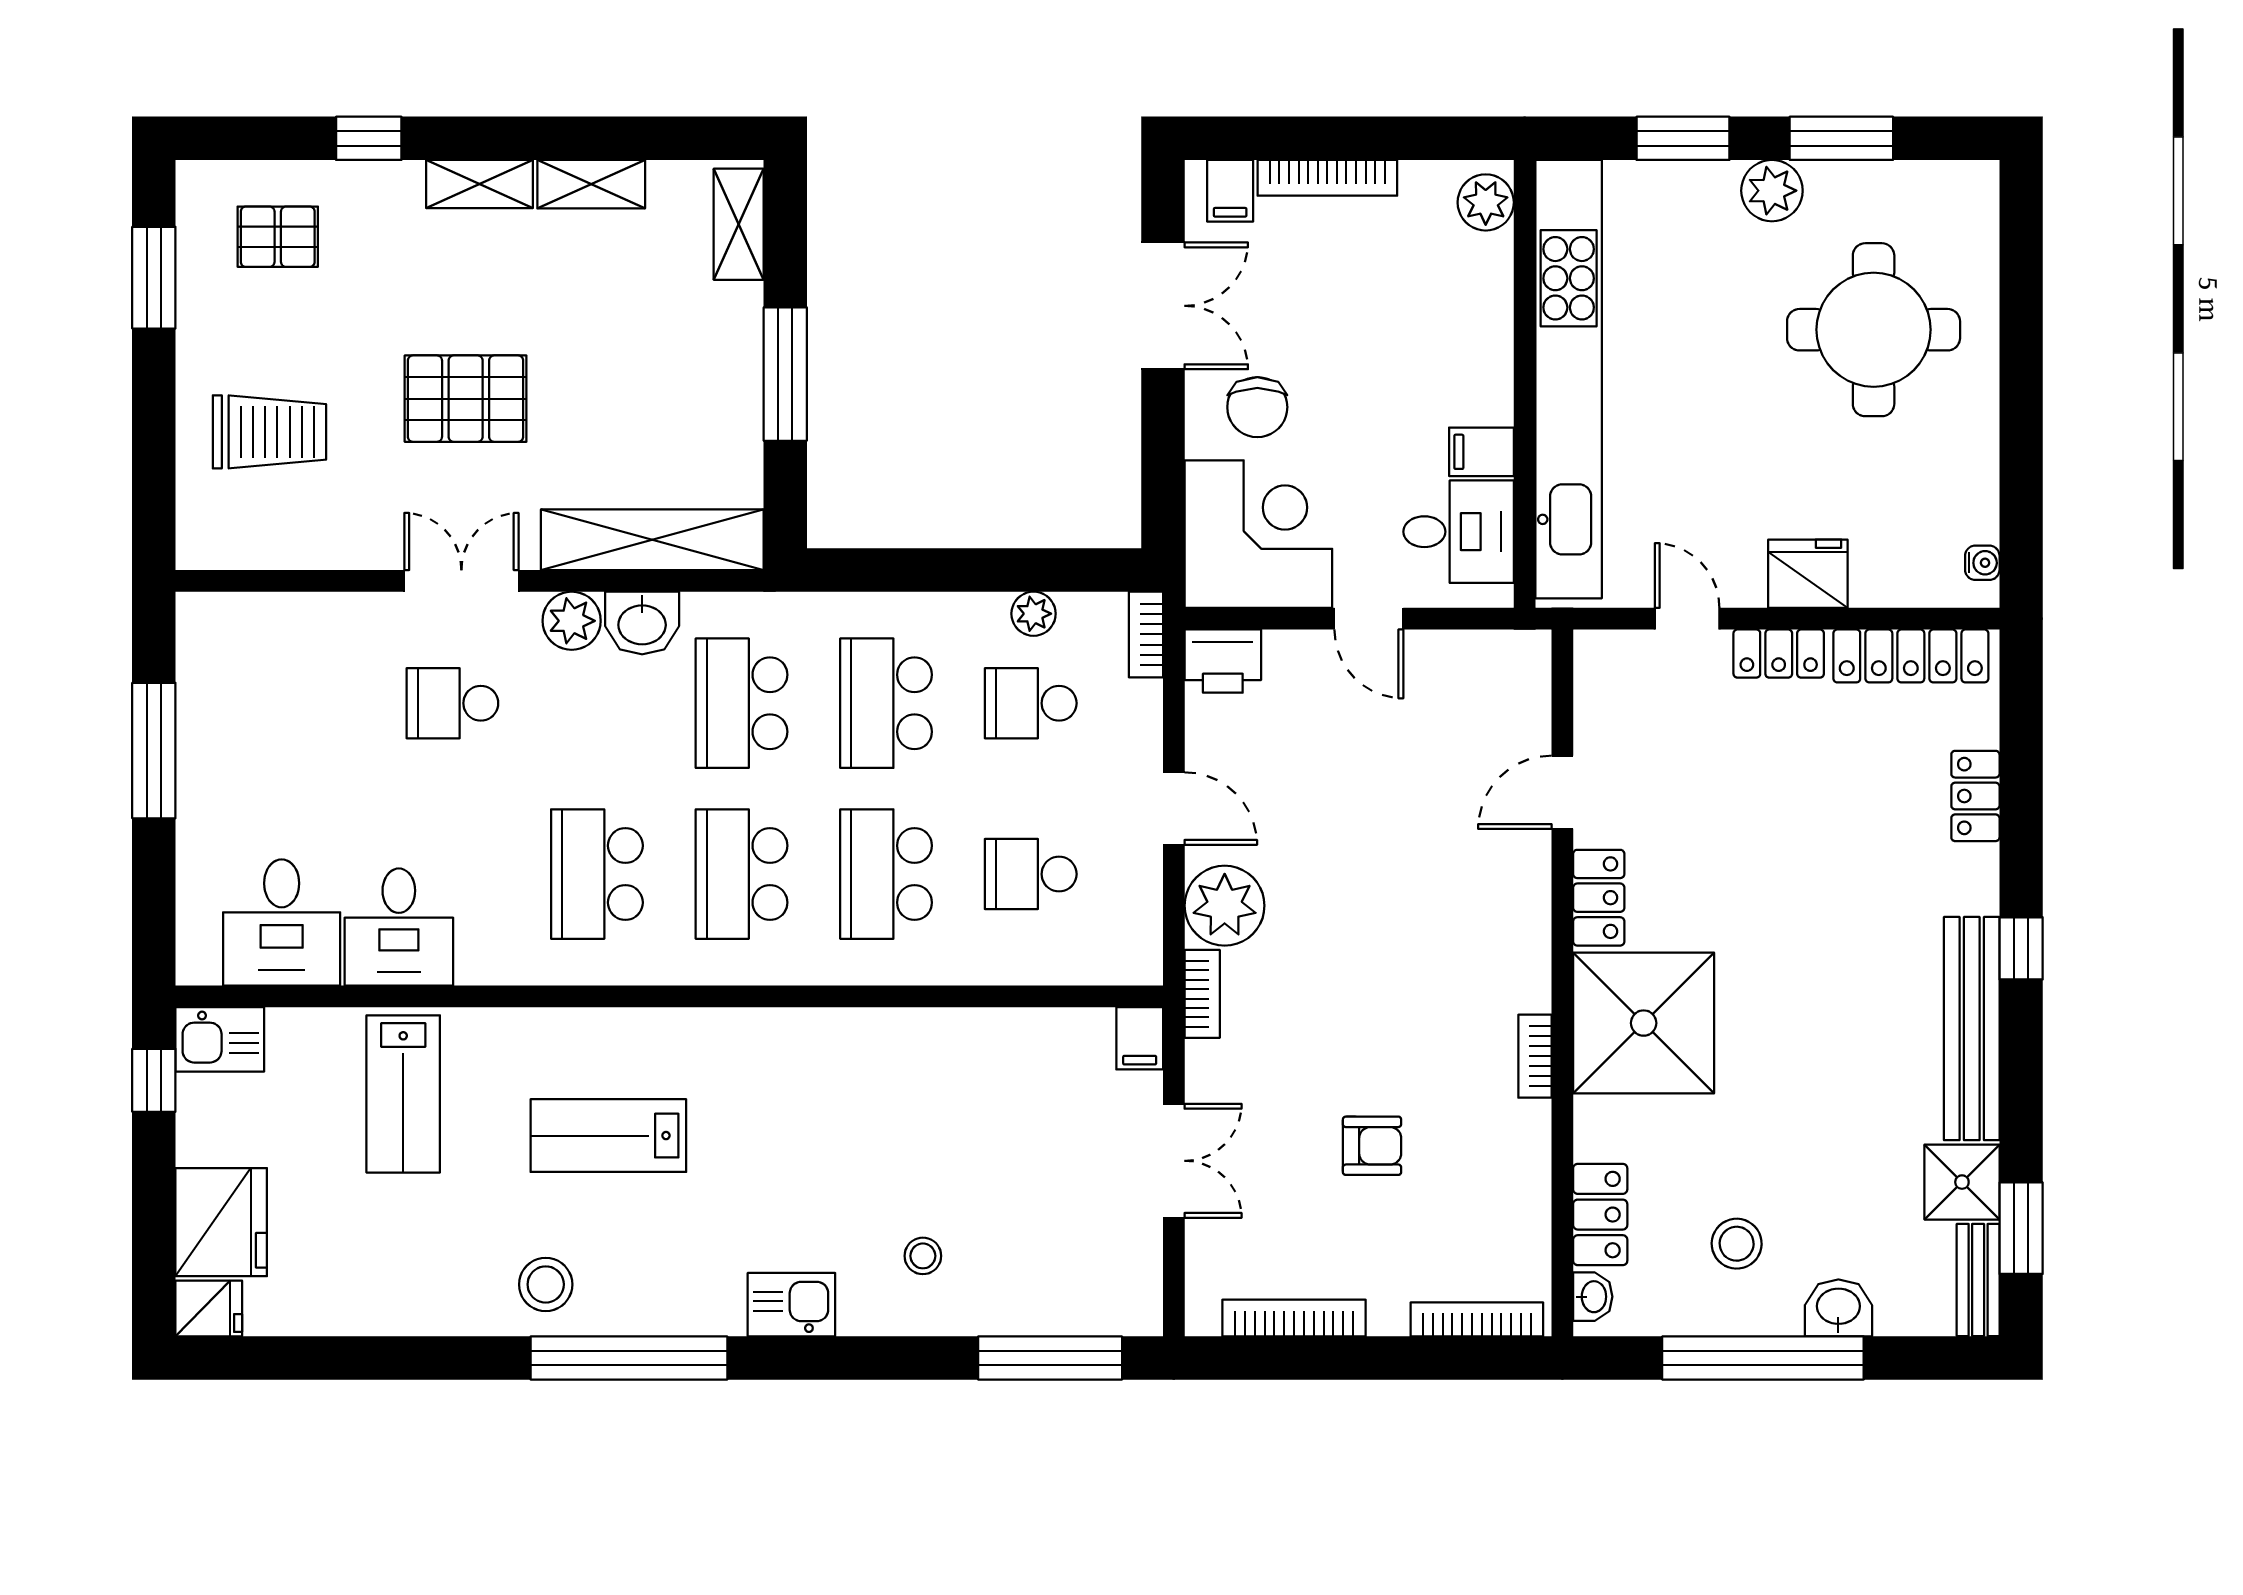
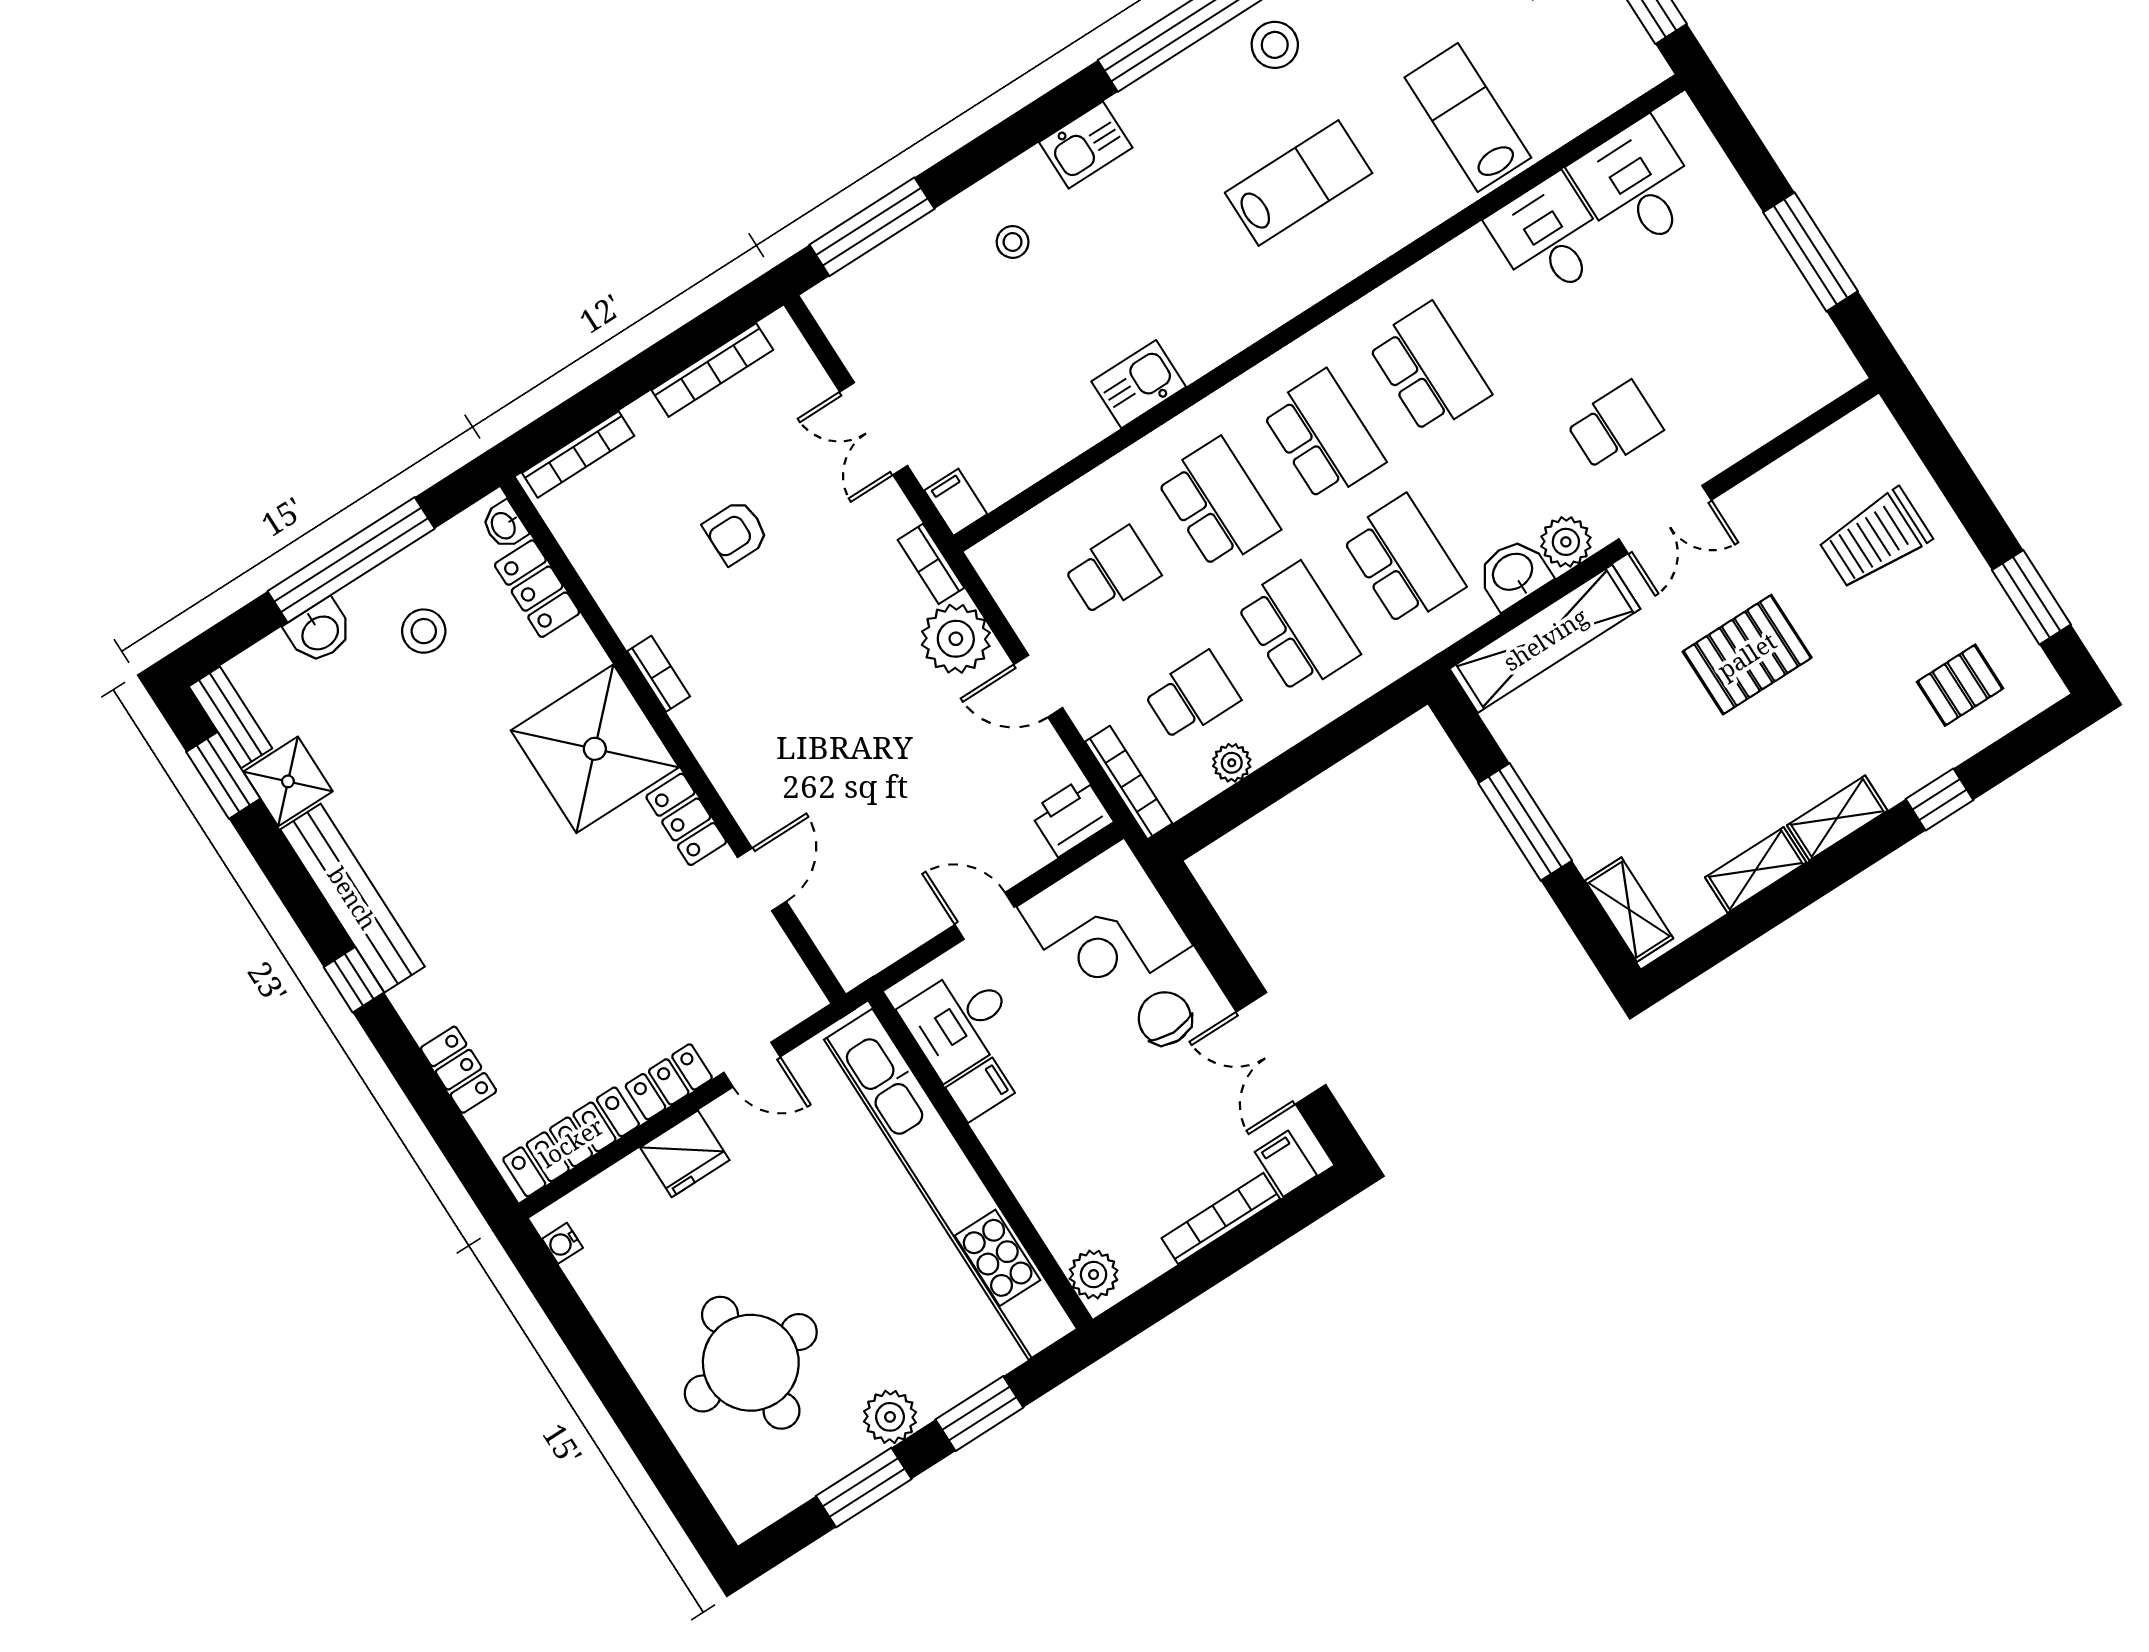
bookcase: (1146, 634) -> (1129, 783), width x1.56
kitchen sink: (220, 1039) -> (1139, 384), moved

